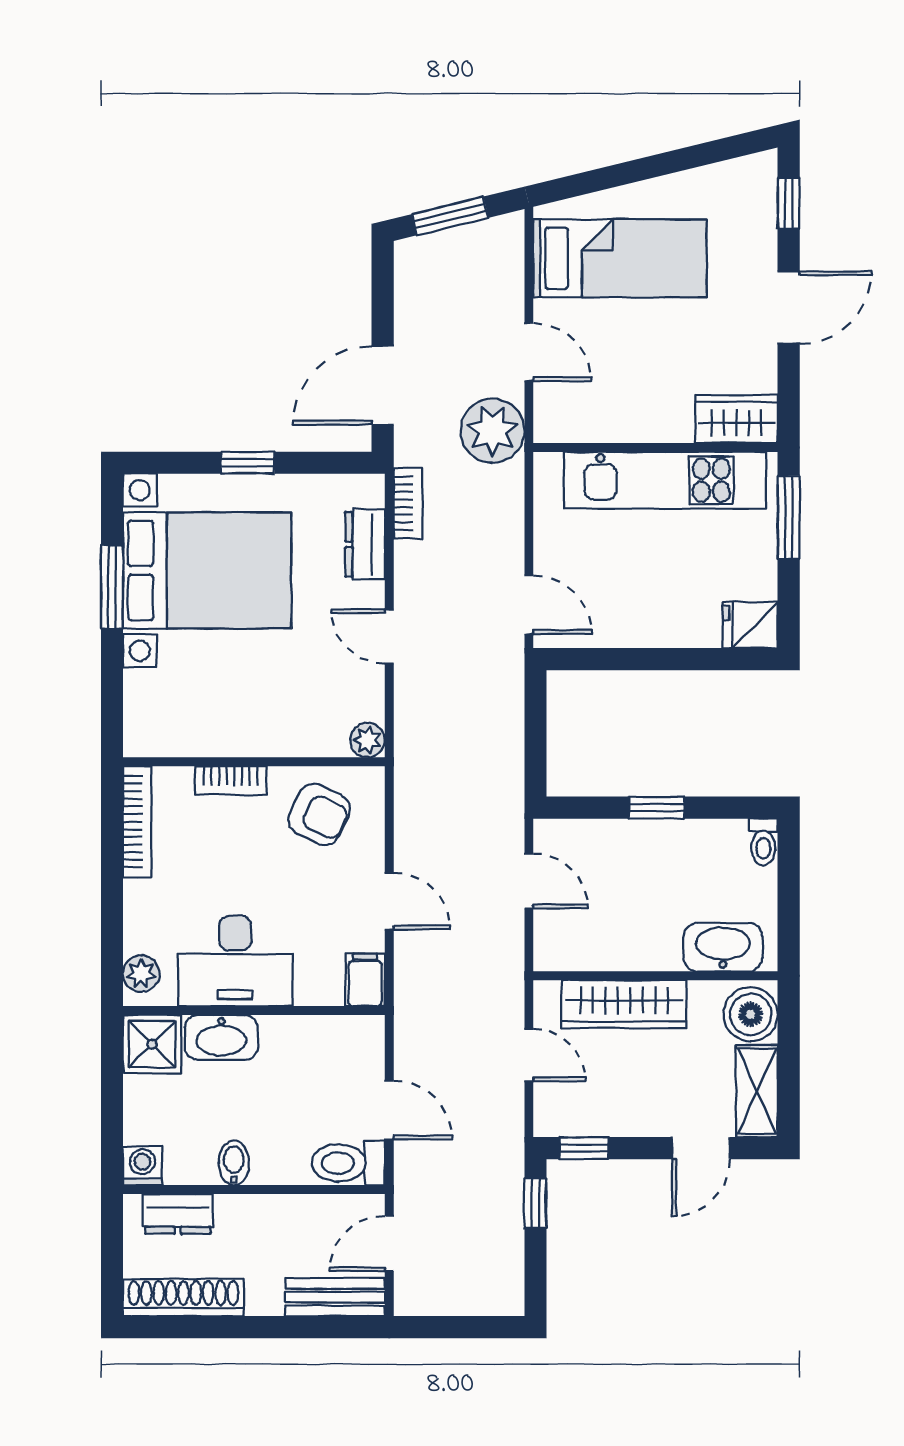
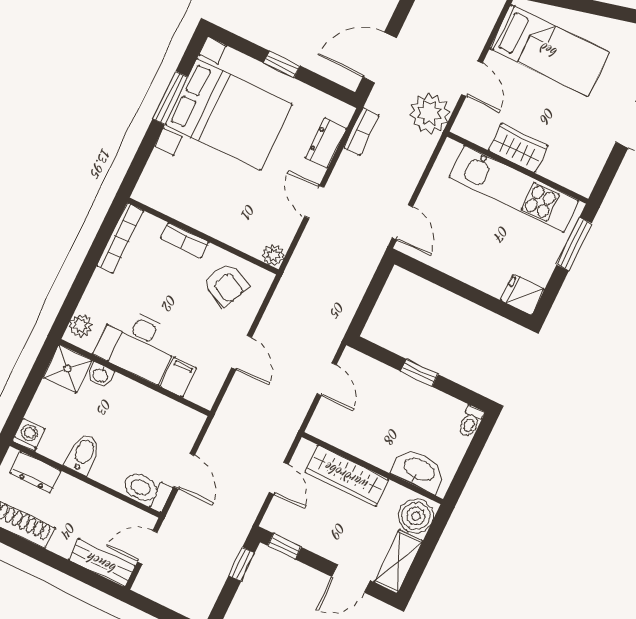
wardrobe: (736, 419) -> (518, 148), moved
filing cabinet: (365, 980) -> (178, 377), moved
washbasin: (221, 1037) -> (101, 375), width x0.52, depth x0.69
bidet: (234, 1163) -> (83, 454), width x1.38, depth x1.36

